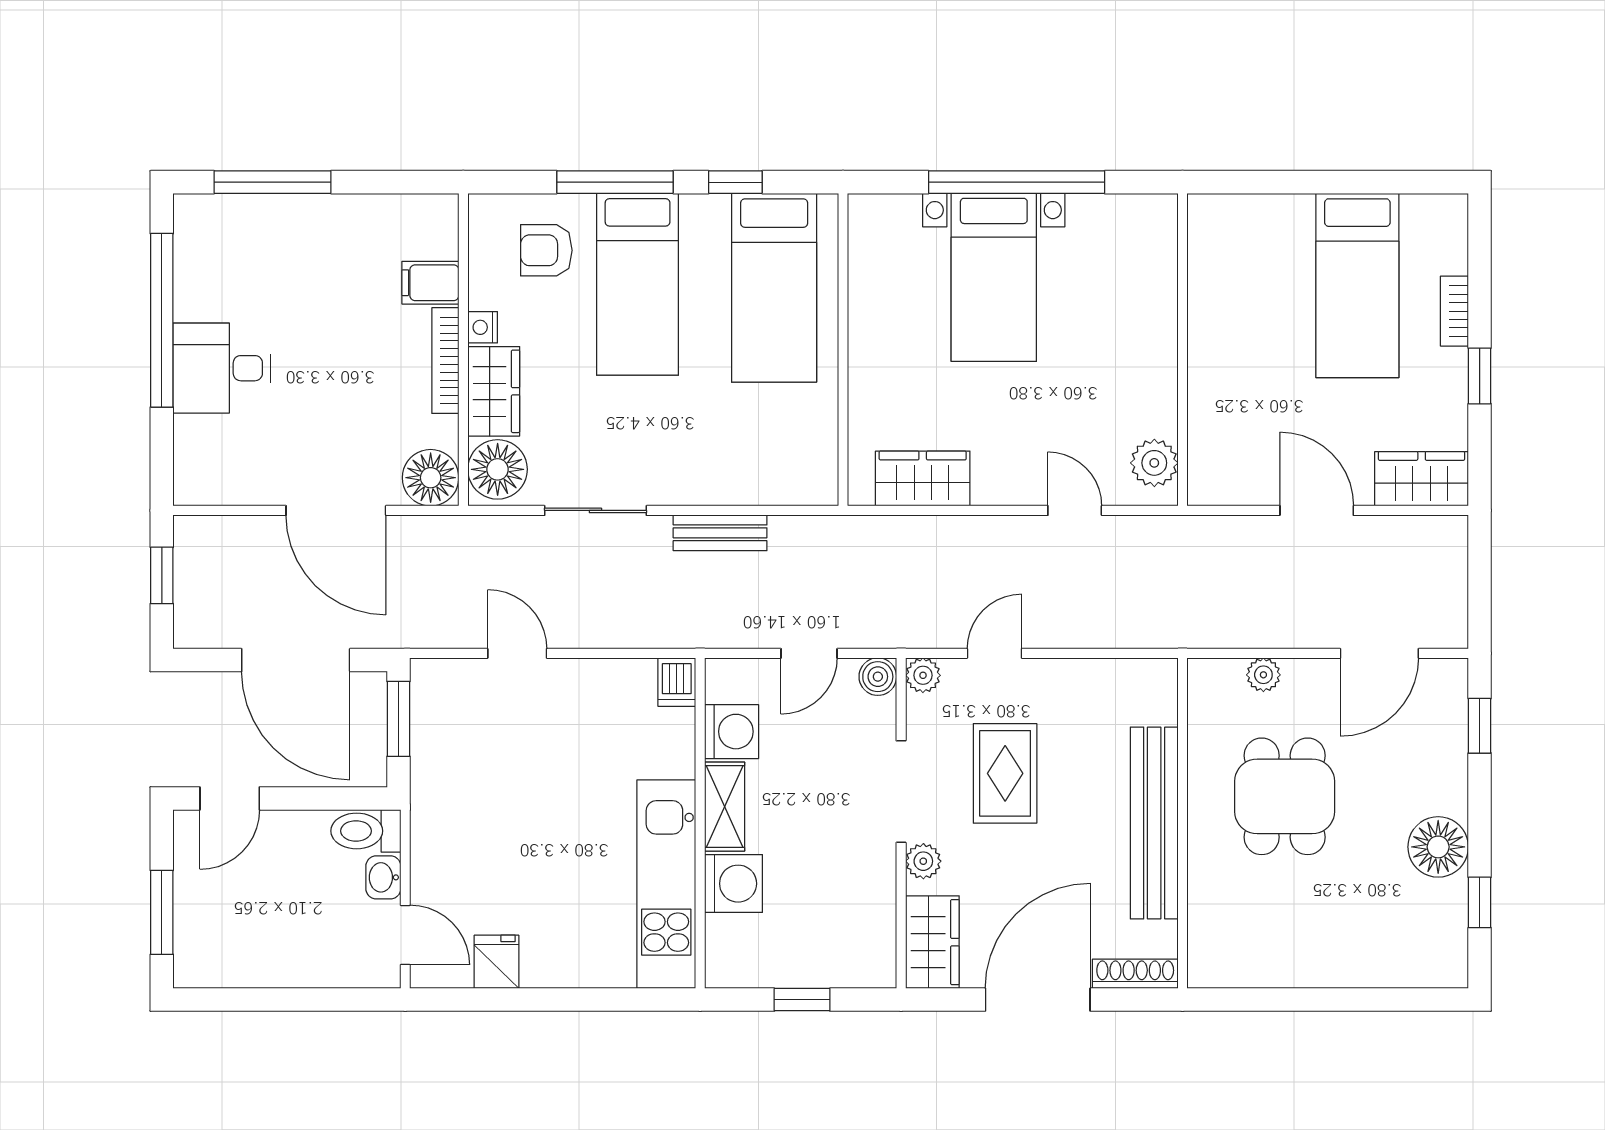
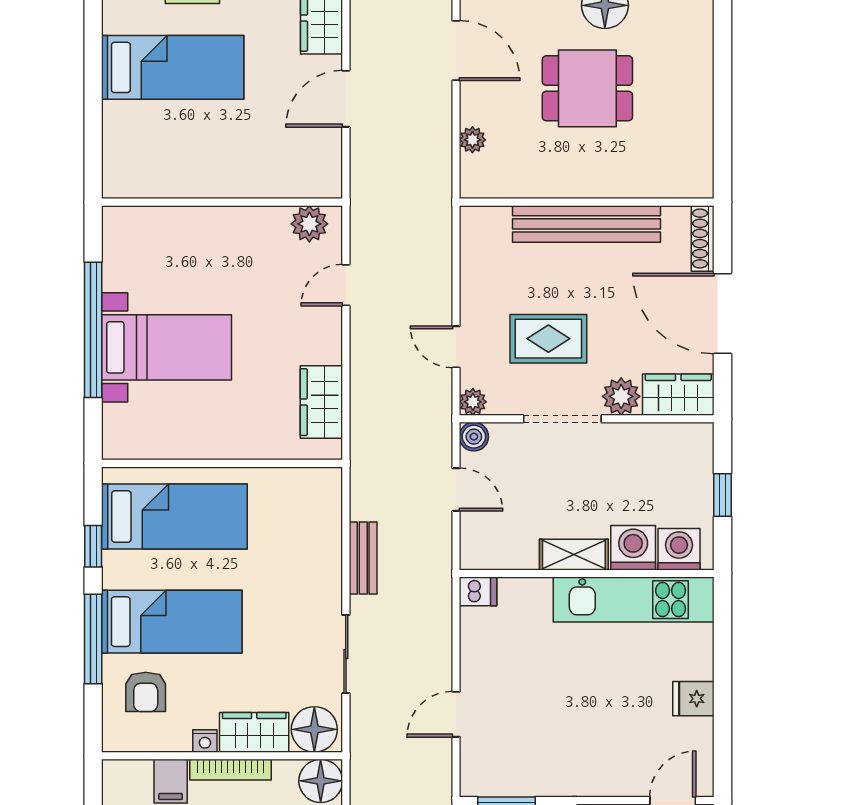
washing machine: (732, 732) -> (679, 549), moved
dining table: (1285, 796) -> (587, 88), moved
plant: (923, 861) -> (621, 396), width x1.38, depth x1.38
fridge: (497, 962) -> (693, 699), moved

